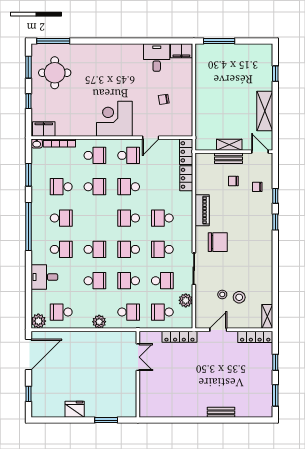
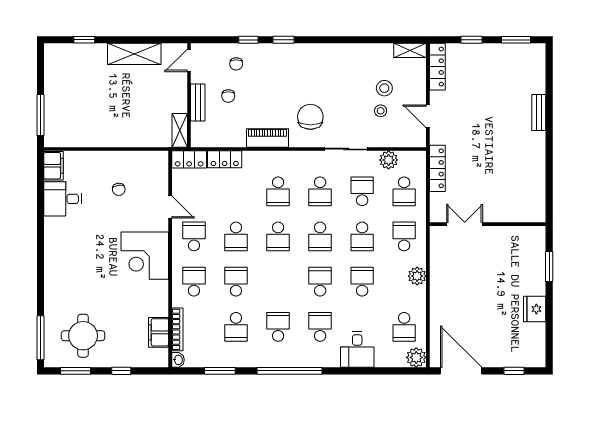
filing cabinet: (44, 129) -> (159, 332), moved
shelving: (229, 145) -> (180, 130), moved

